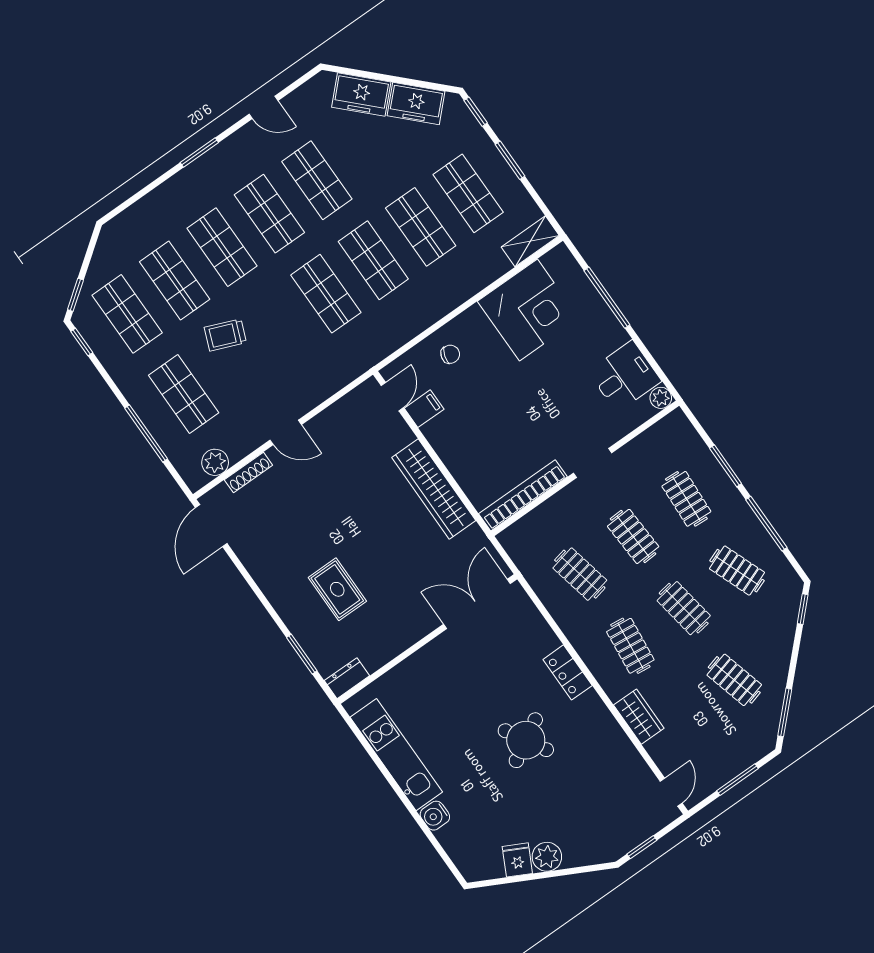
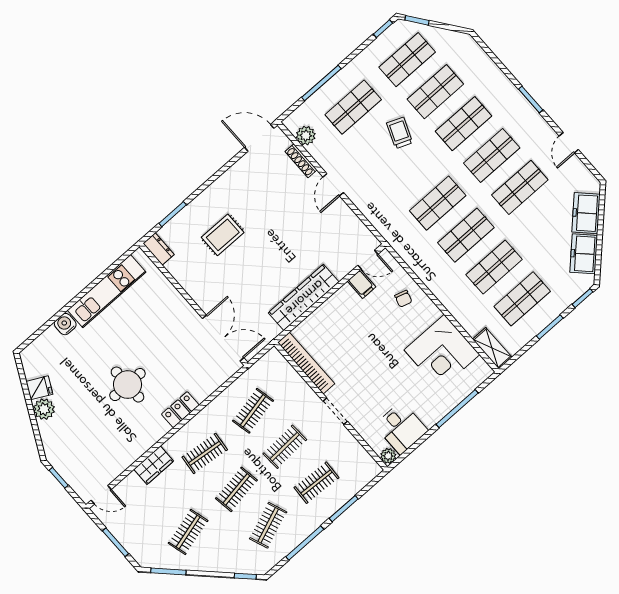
round table: (526, 740) -> (127, 385), turned 30

